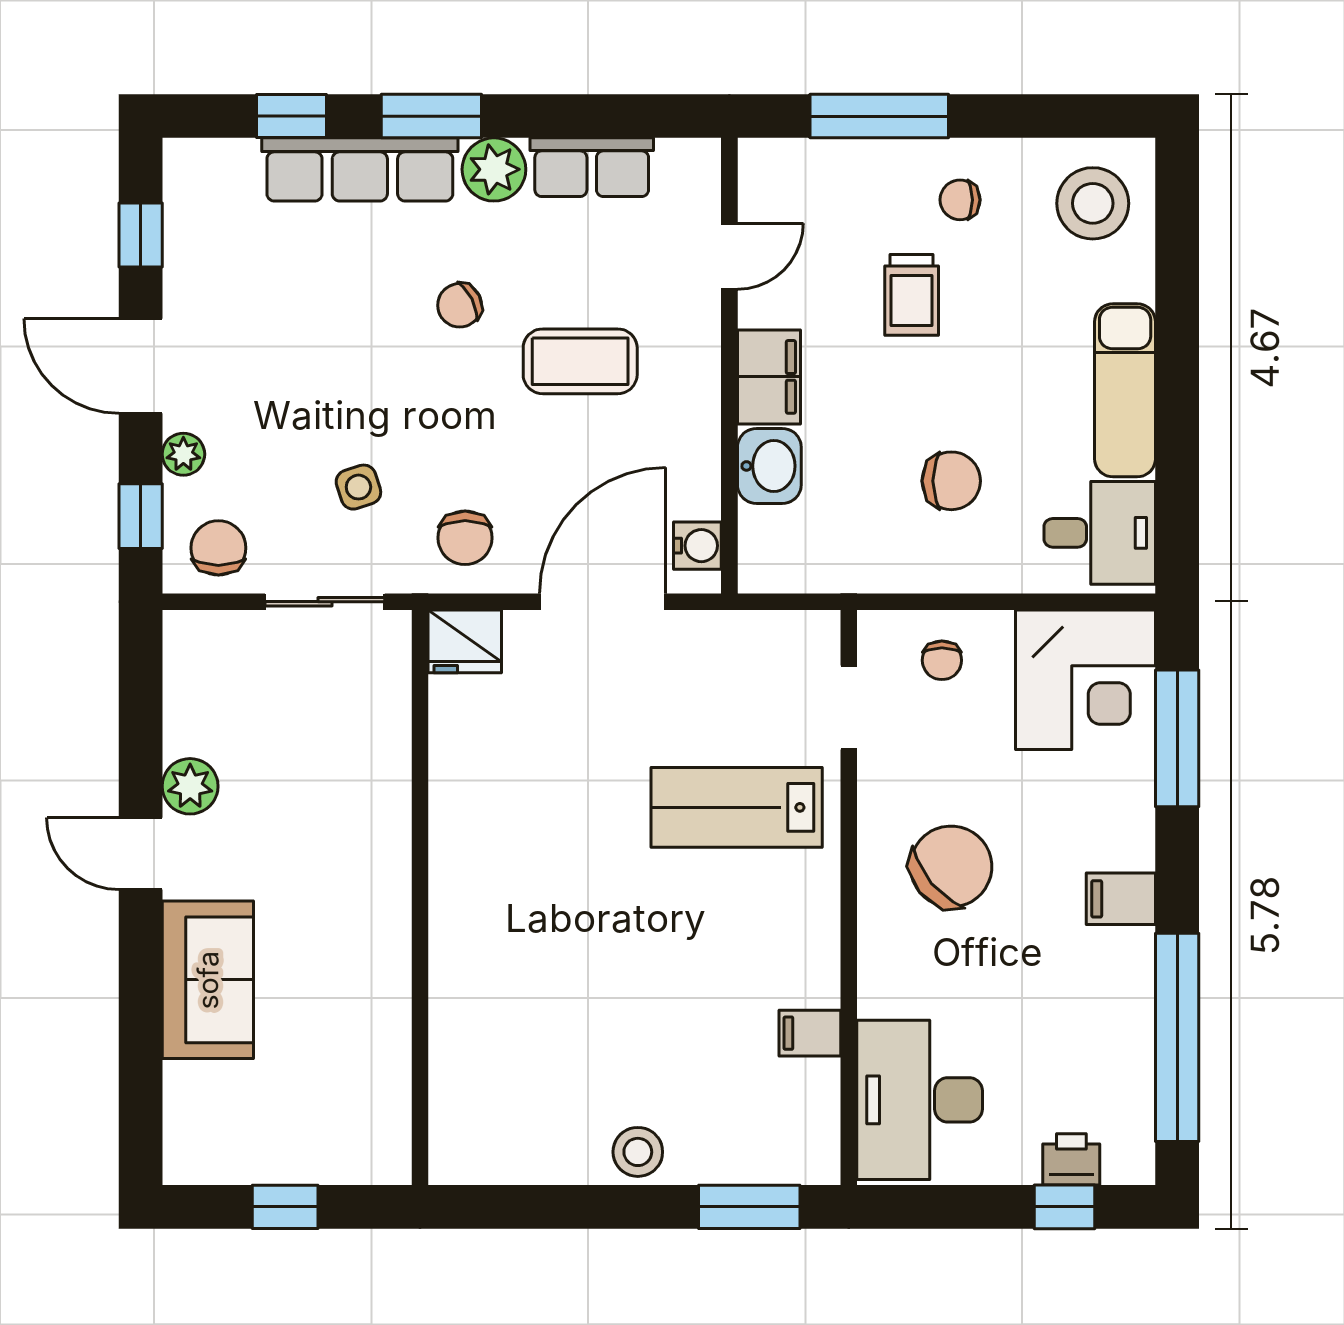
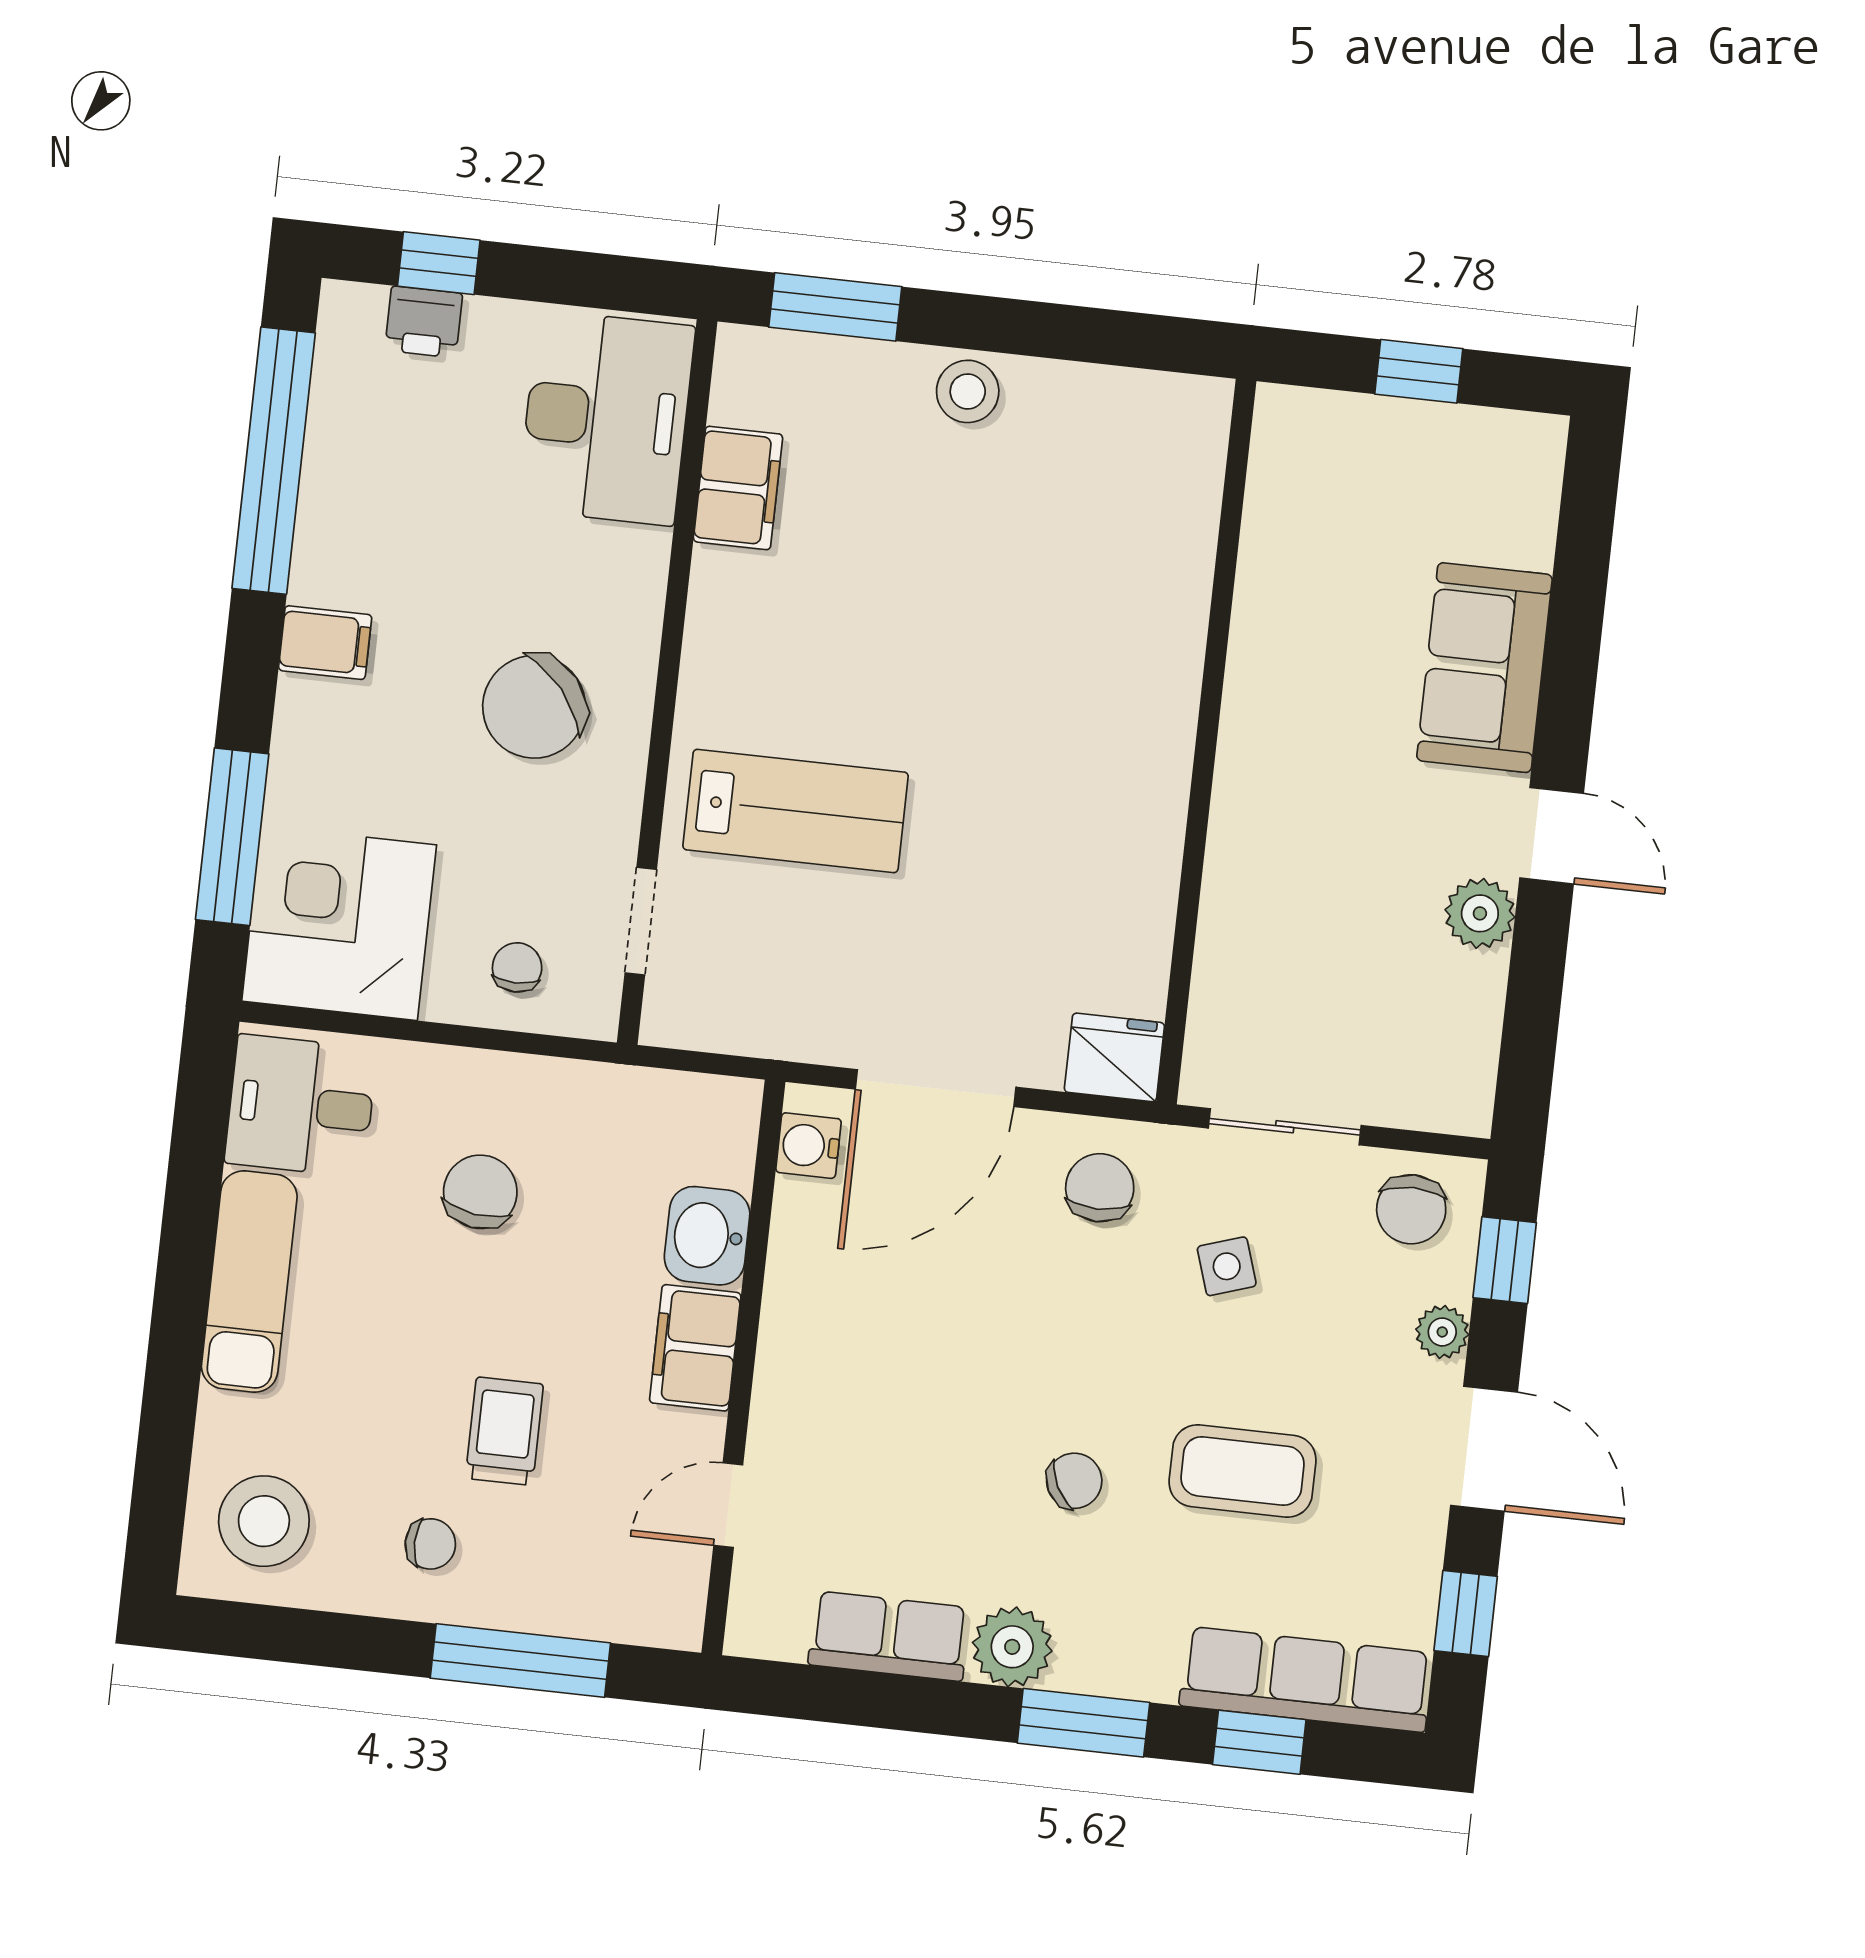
row of seats: (360, 169) -> (1306, 1679), moved
coffee table: (580, 361) -> (1242, 1471), moved
chair: (951, 481) -> (480, 1192), turned 98
filing cabinet: (810, 1033) -> (738, 488), width x2.00

